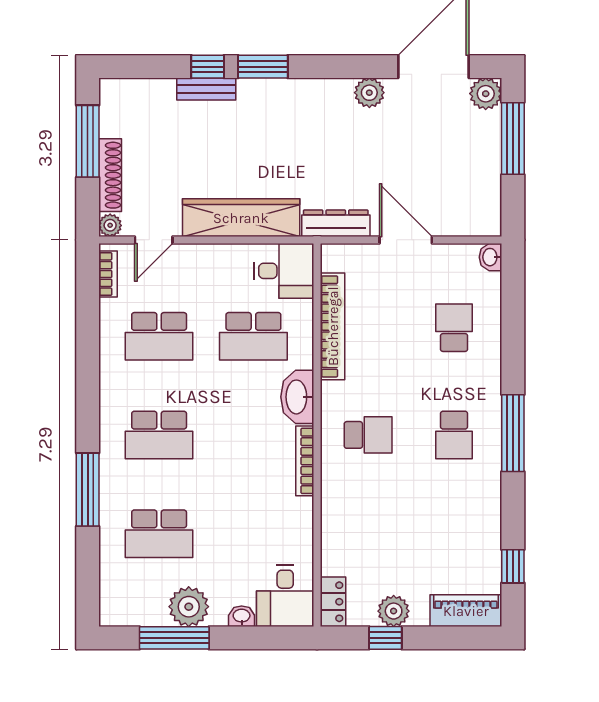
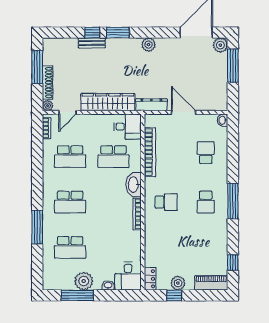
plant: (369, 93) -> (149, 45), moved

